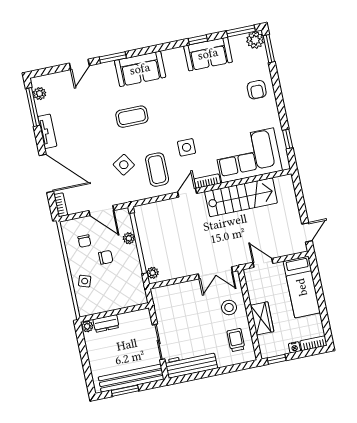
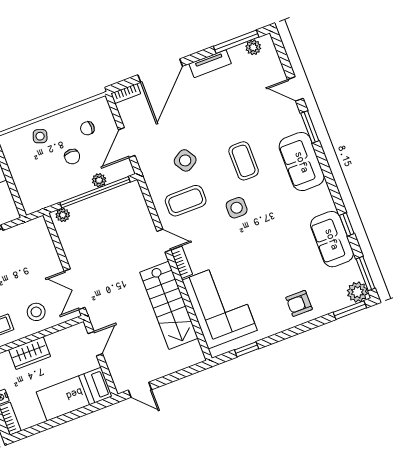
side table: (187, 147) -> (237, 208), moved

